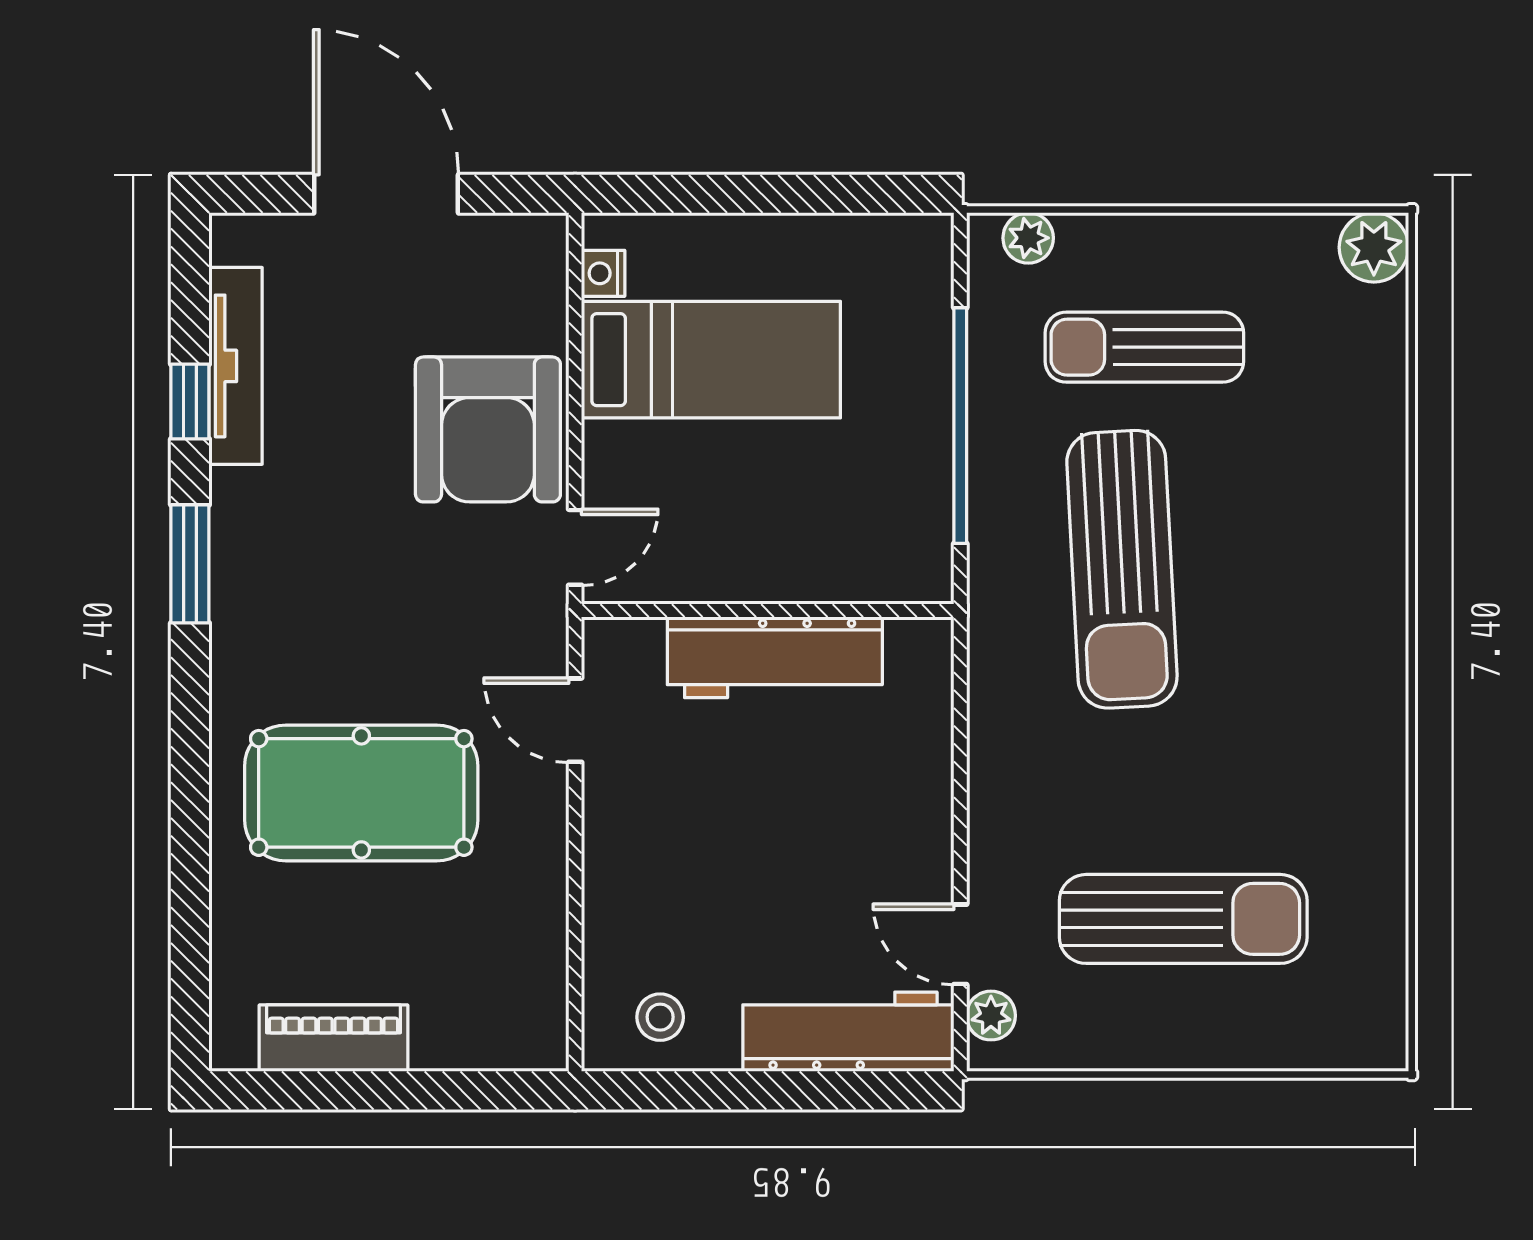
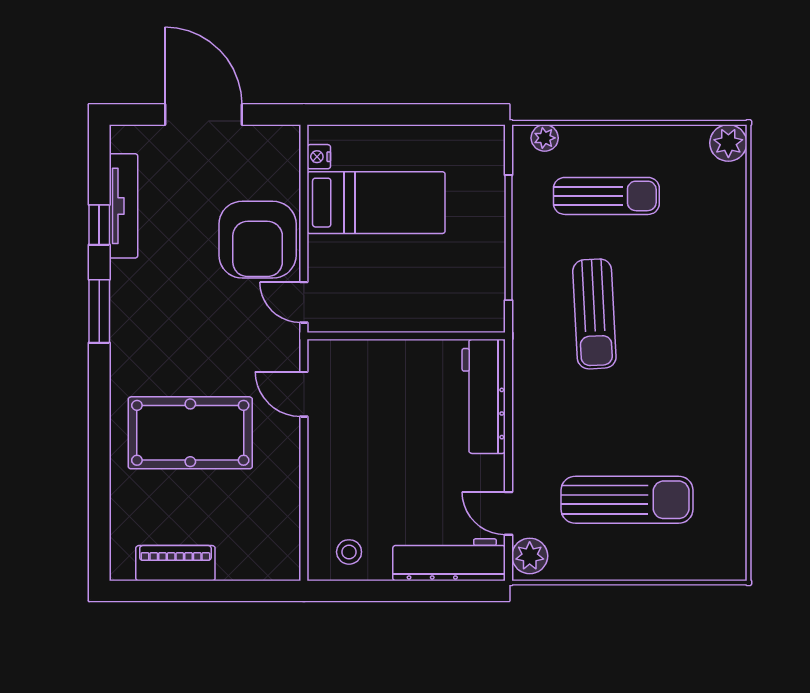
sun lounger: (1144, 347) -> (606, 196), turned 180
door: (575, 547) -> (304, 302), swing flipped
sun lounger: (1122, 569) -> (594, 314), width x0.73, depth x0.75
workbench: (775, 657) -> (484, 396), moved, turned 90
plant: (991, 1016) -> (530, 556), width x1.38, depth x1.38

